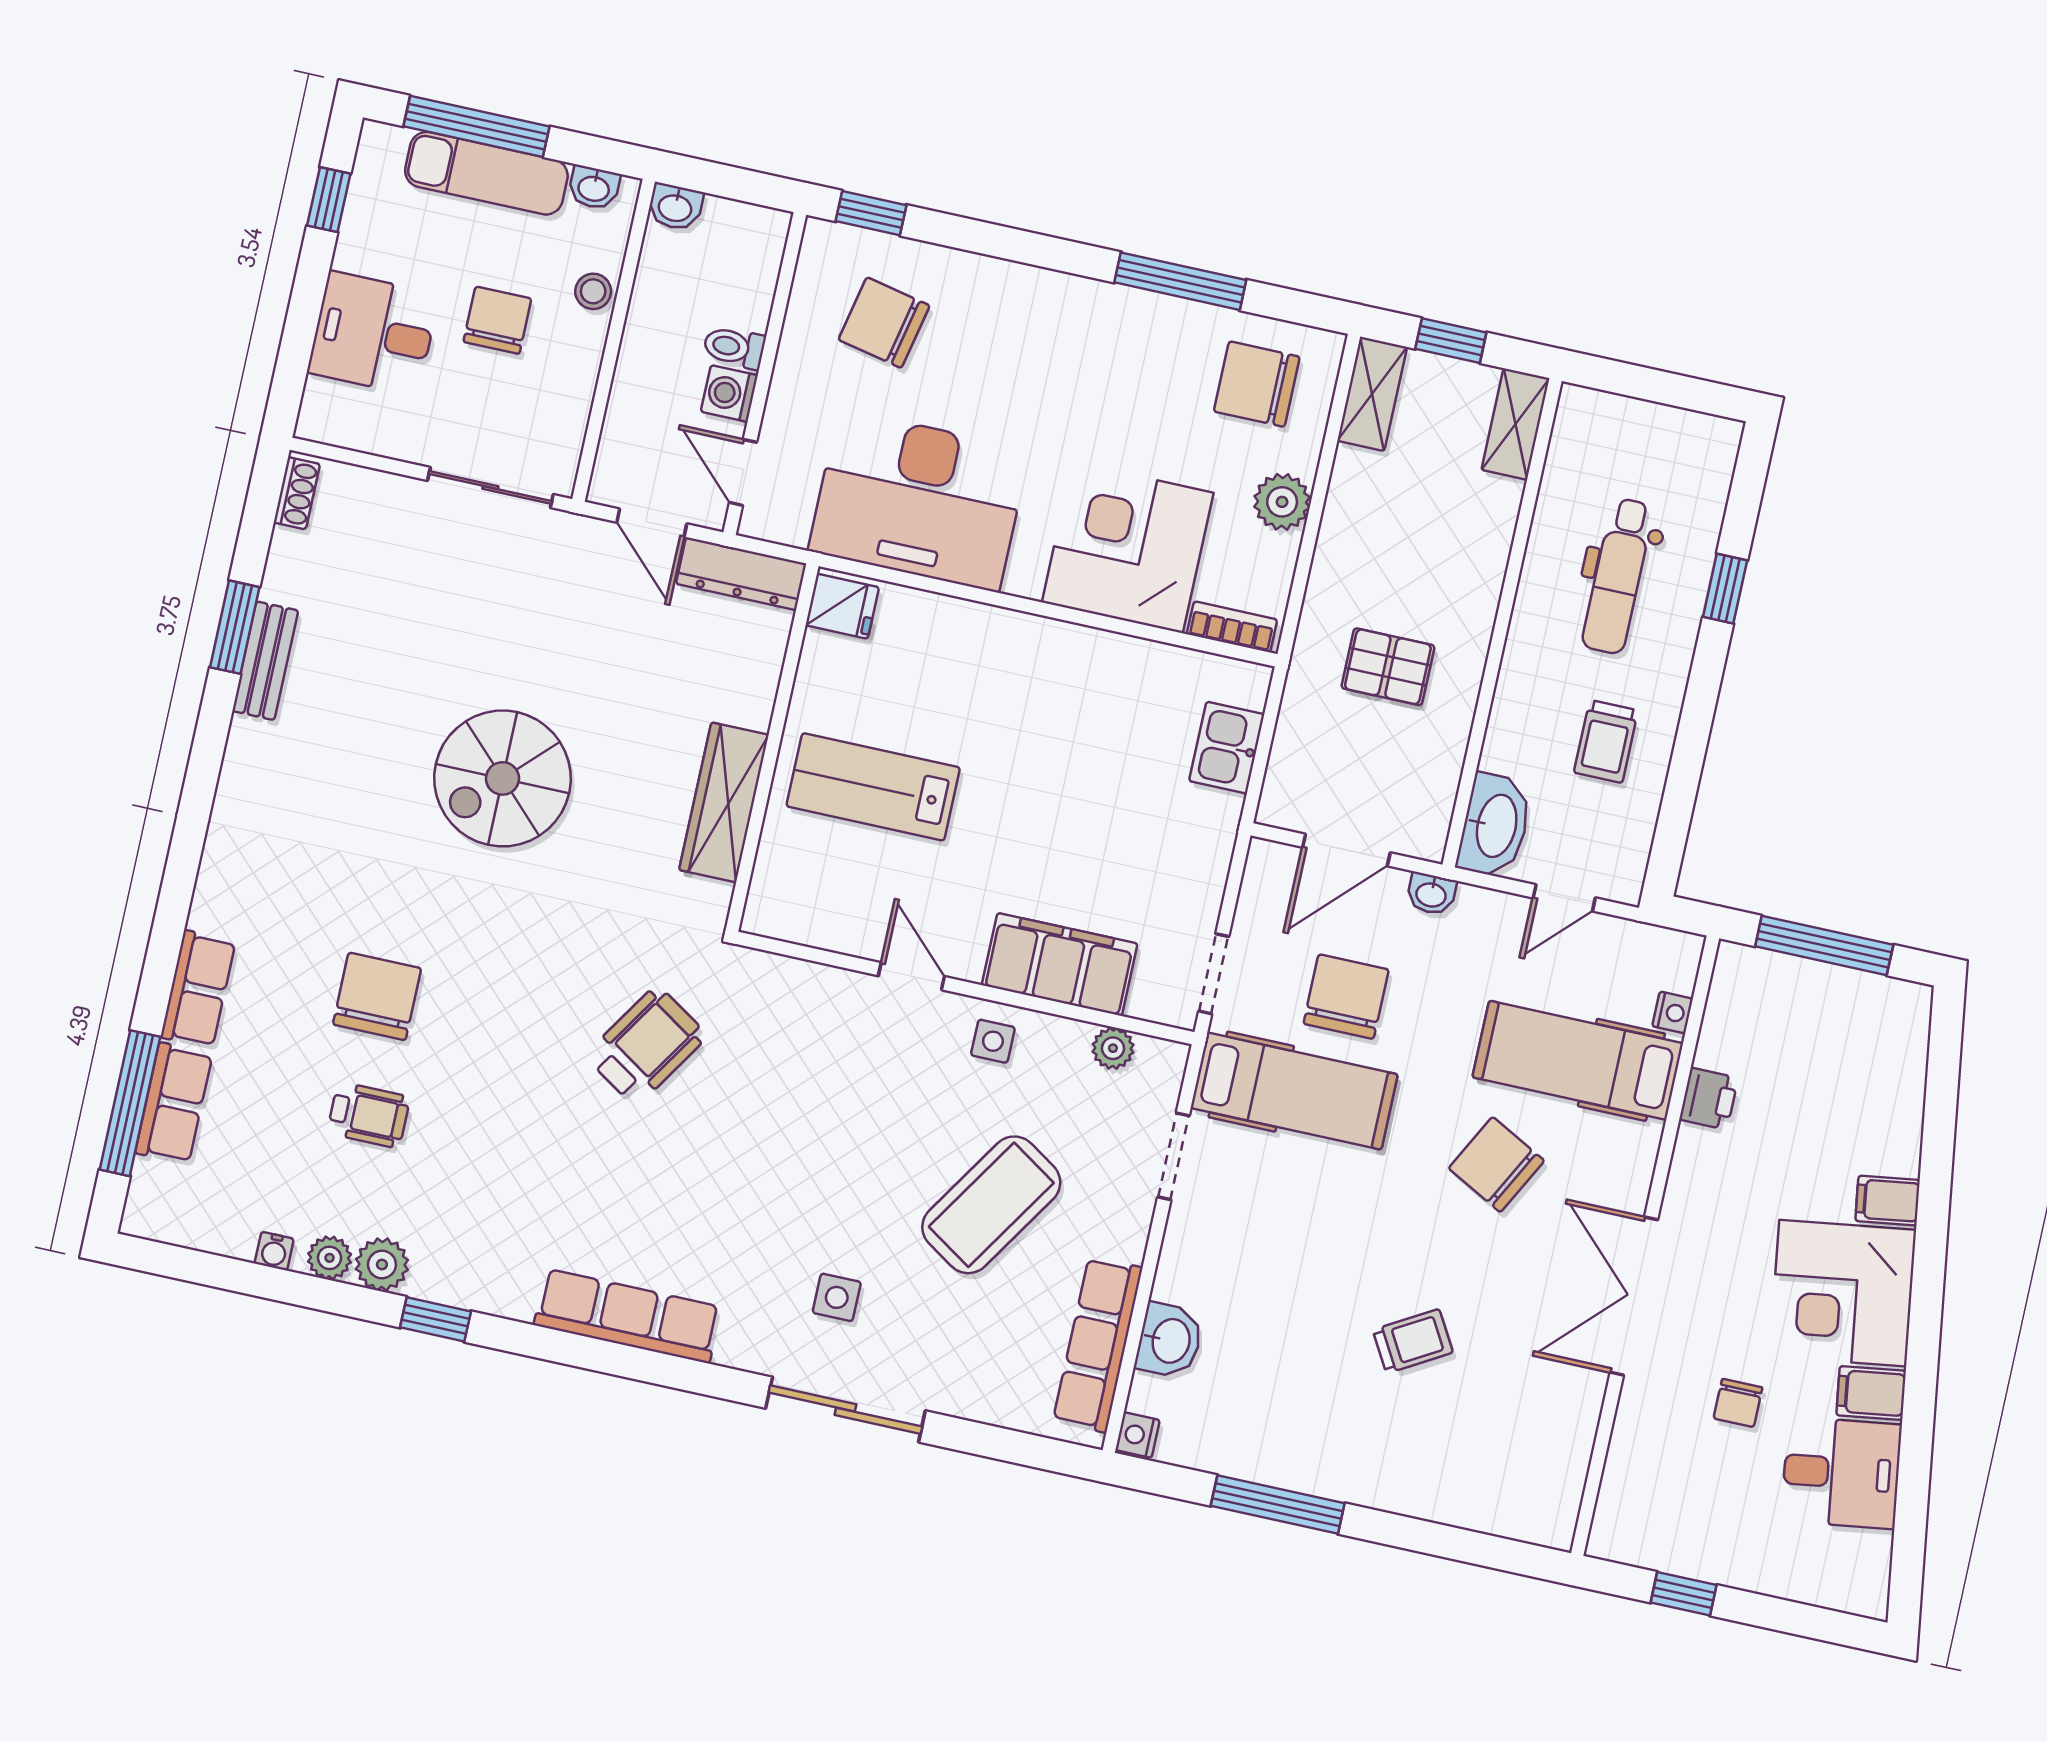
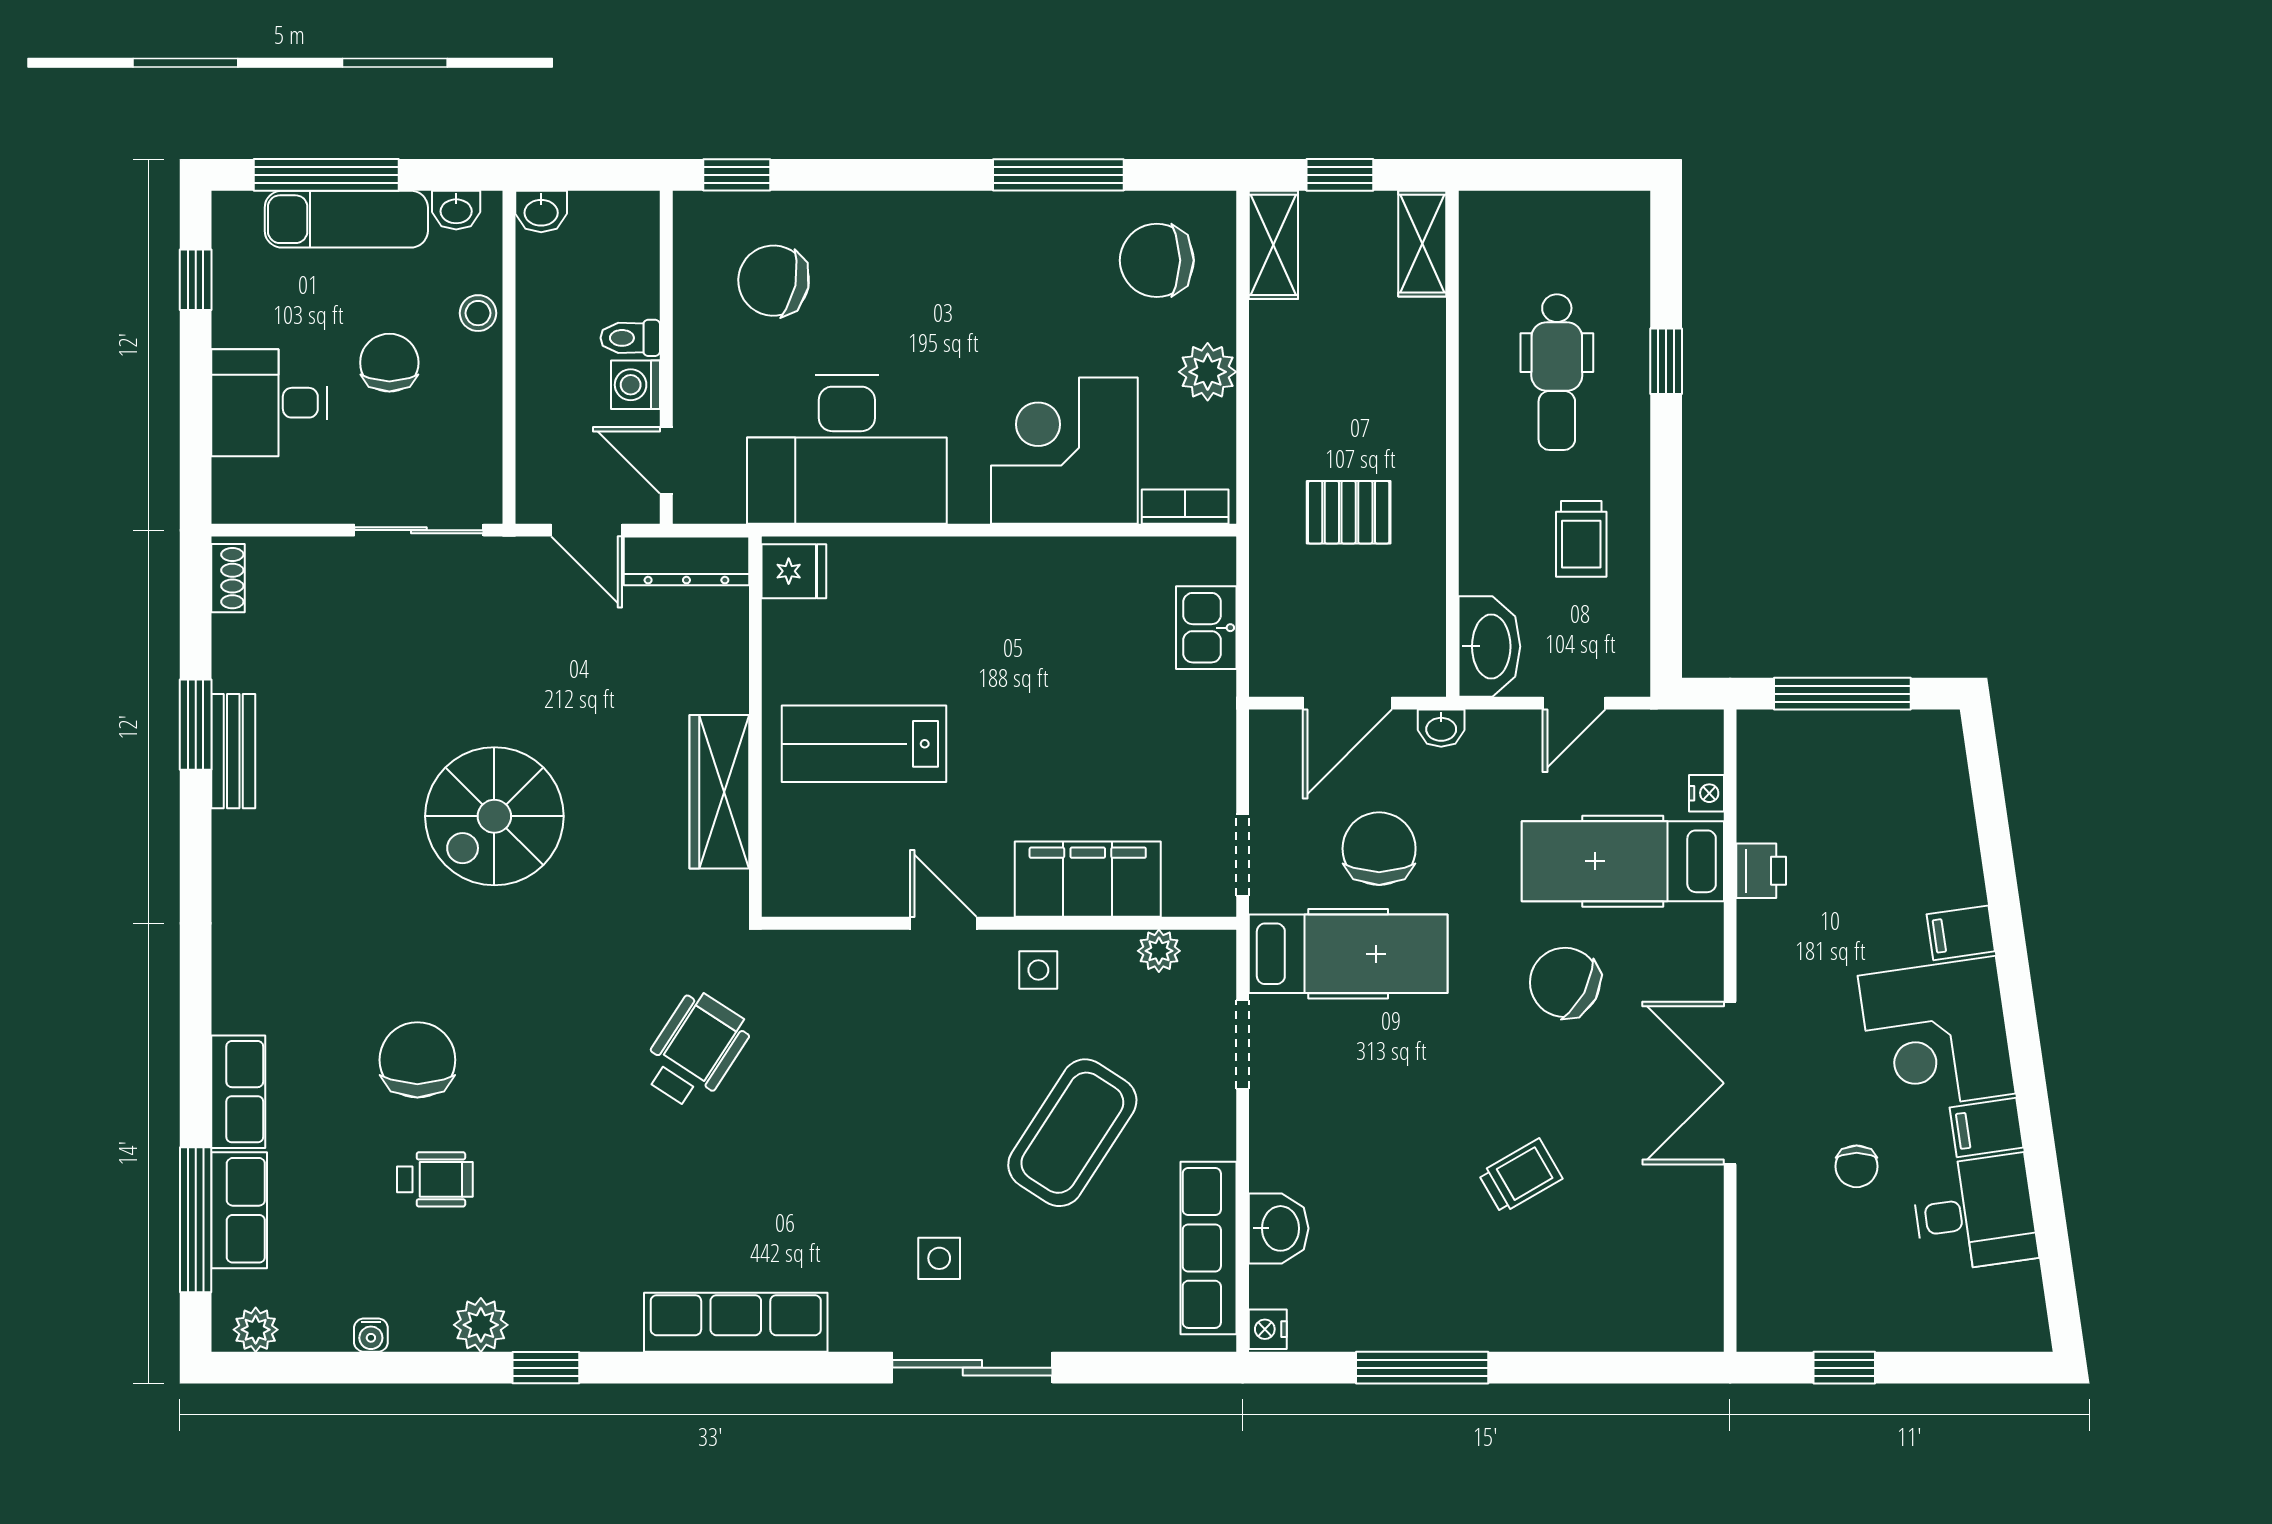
plant: (330, 1258) -> (256, 1330), moved

